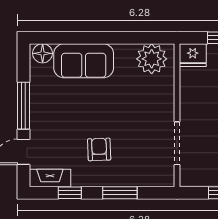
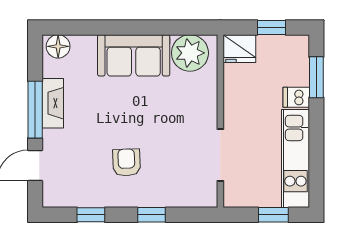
sofa: (84, 61) -> (134, 55), moved
fireplace: (50, 178) -> (53, 103), moved, turned 90
window: (120, 193) -> (152, 215), width x0.67

